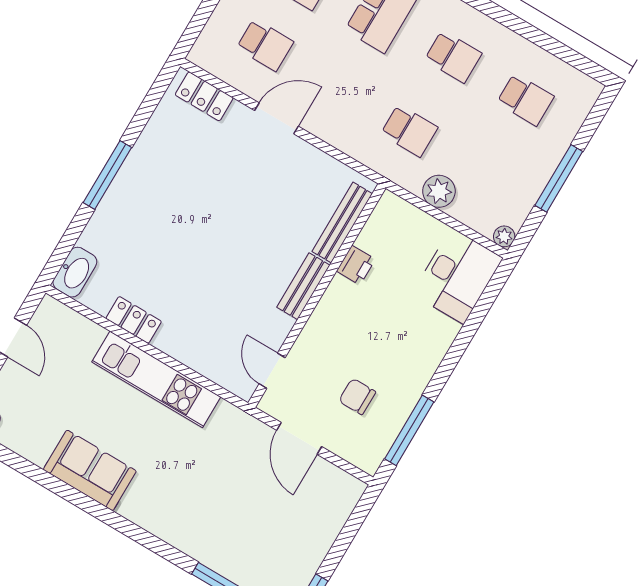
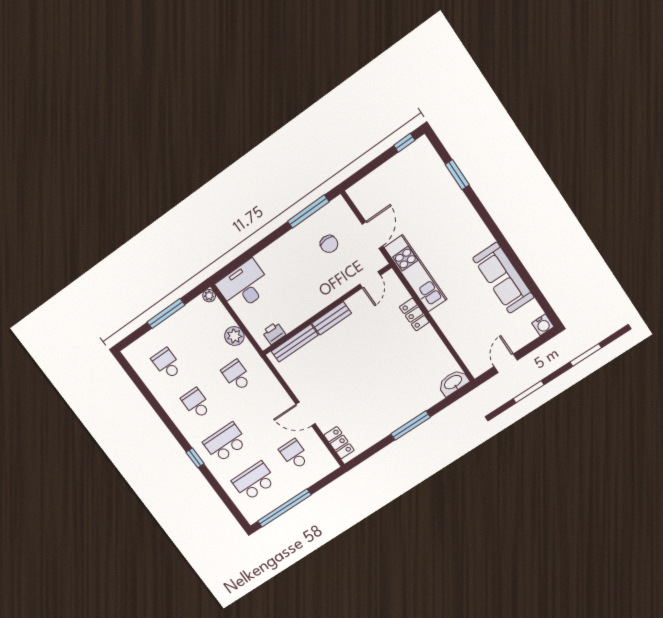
printer: (356, 265) -> (274, 333), moved
locker: (134, 320) -> (414, 315), moved
kitchen unit: (156, 379) -> (416, 273), moved
sofa: (90, 470) -> (503, 278), width x1.36

